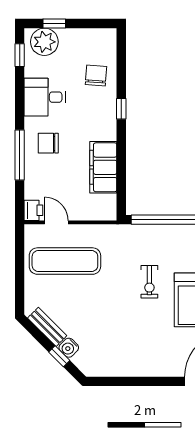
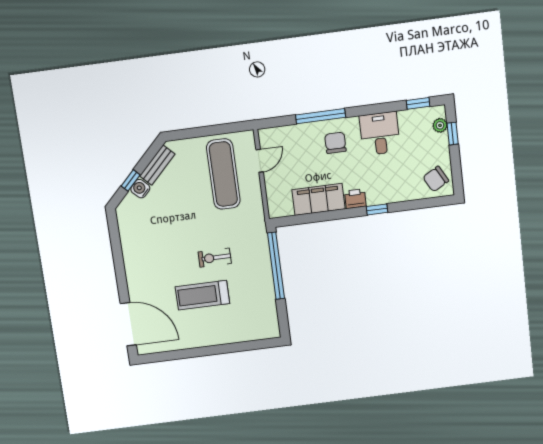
plant: (44, 42) -> (440, 125), width x0.53, depth x0.53
chair: (96, 76) -> (436, 179), moved, turned 147
printer: (33, 210) -> (355, 199), moved, turned 180

